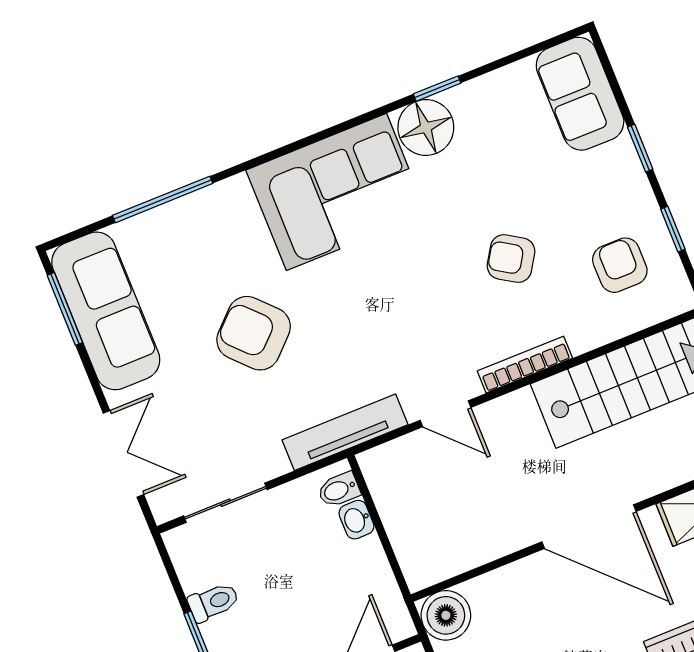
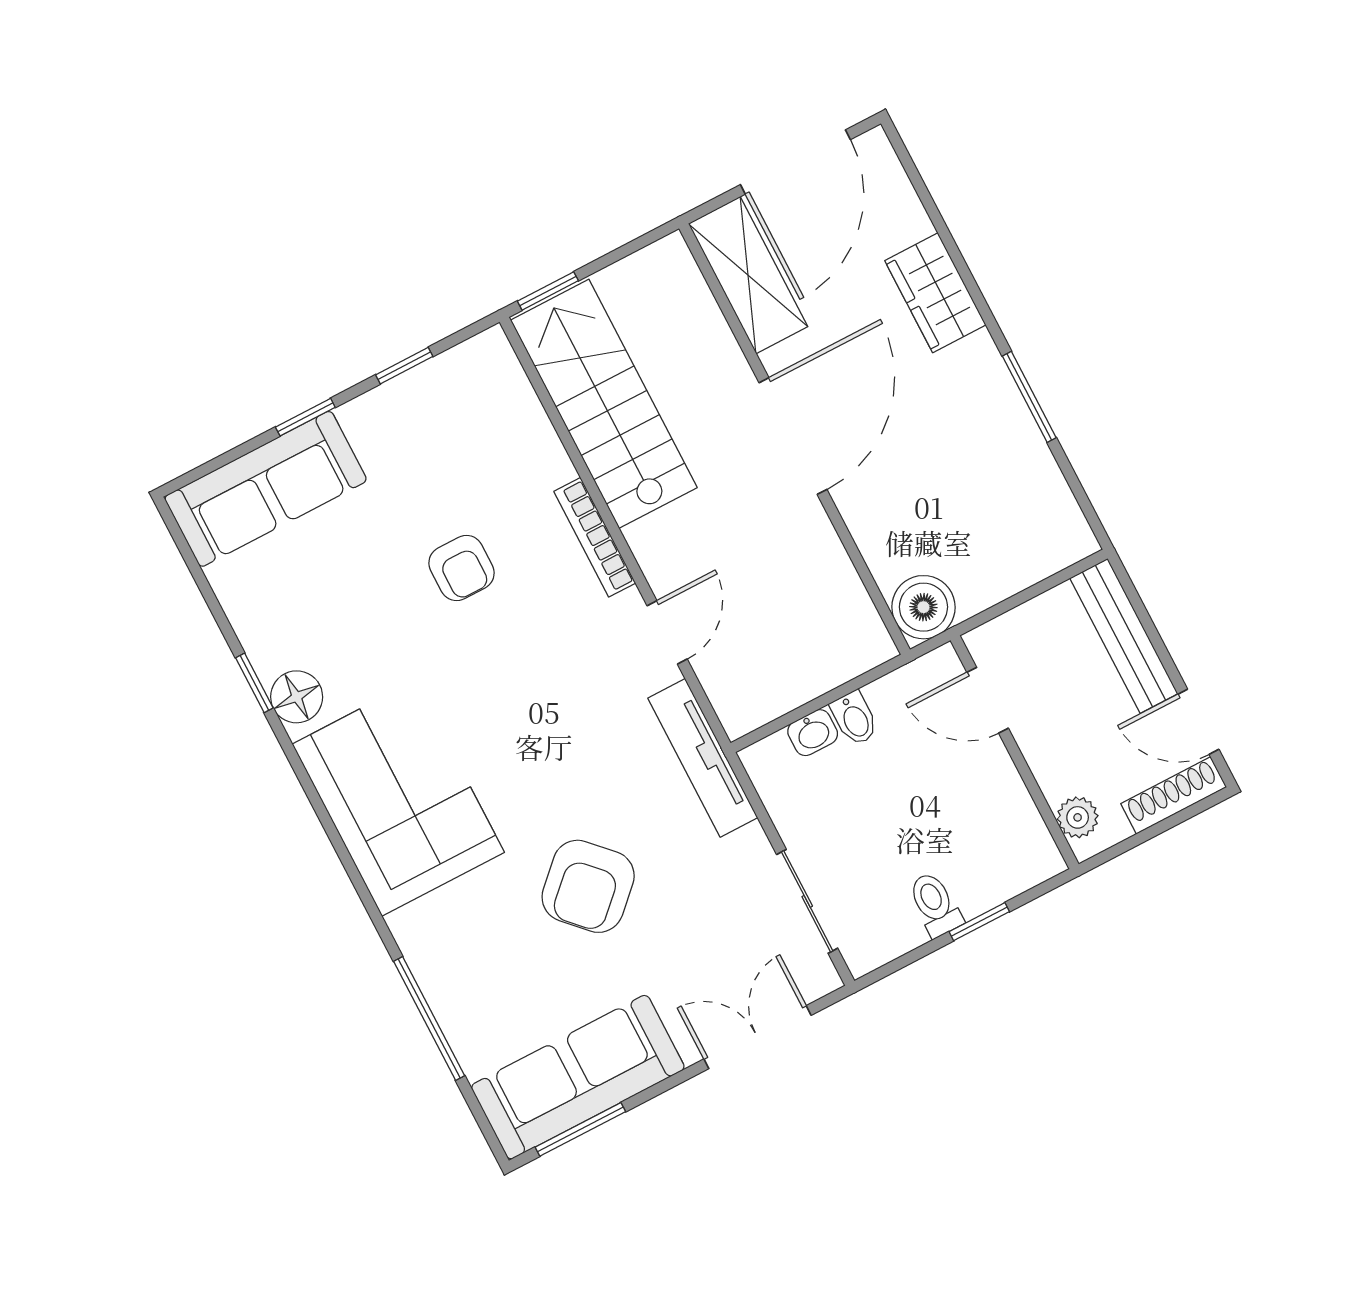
sofa: (580, 94) -> (266, 489), width x1.36
floor lamp: (426, 128) -> (297, 697), width x0.73, depth x0.73
armchair: (511, 259) -> (462, 568), turned -32
armchair: (620, 265) -> (457, 429), removed
bidet: (339, 490) -> (854, 718), moved

